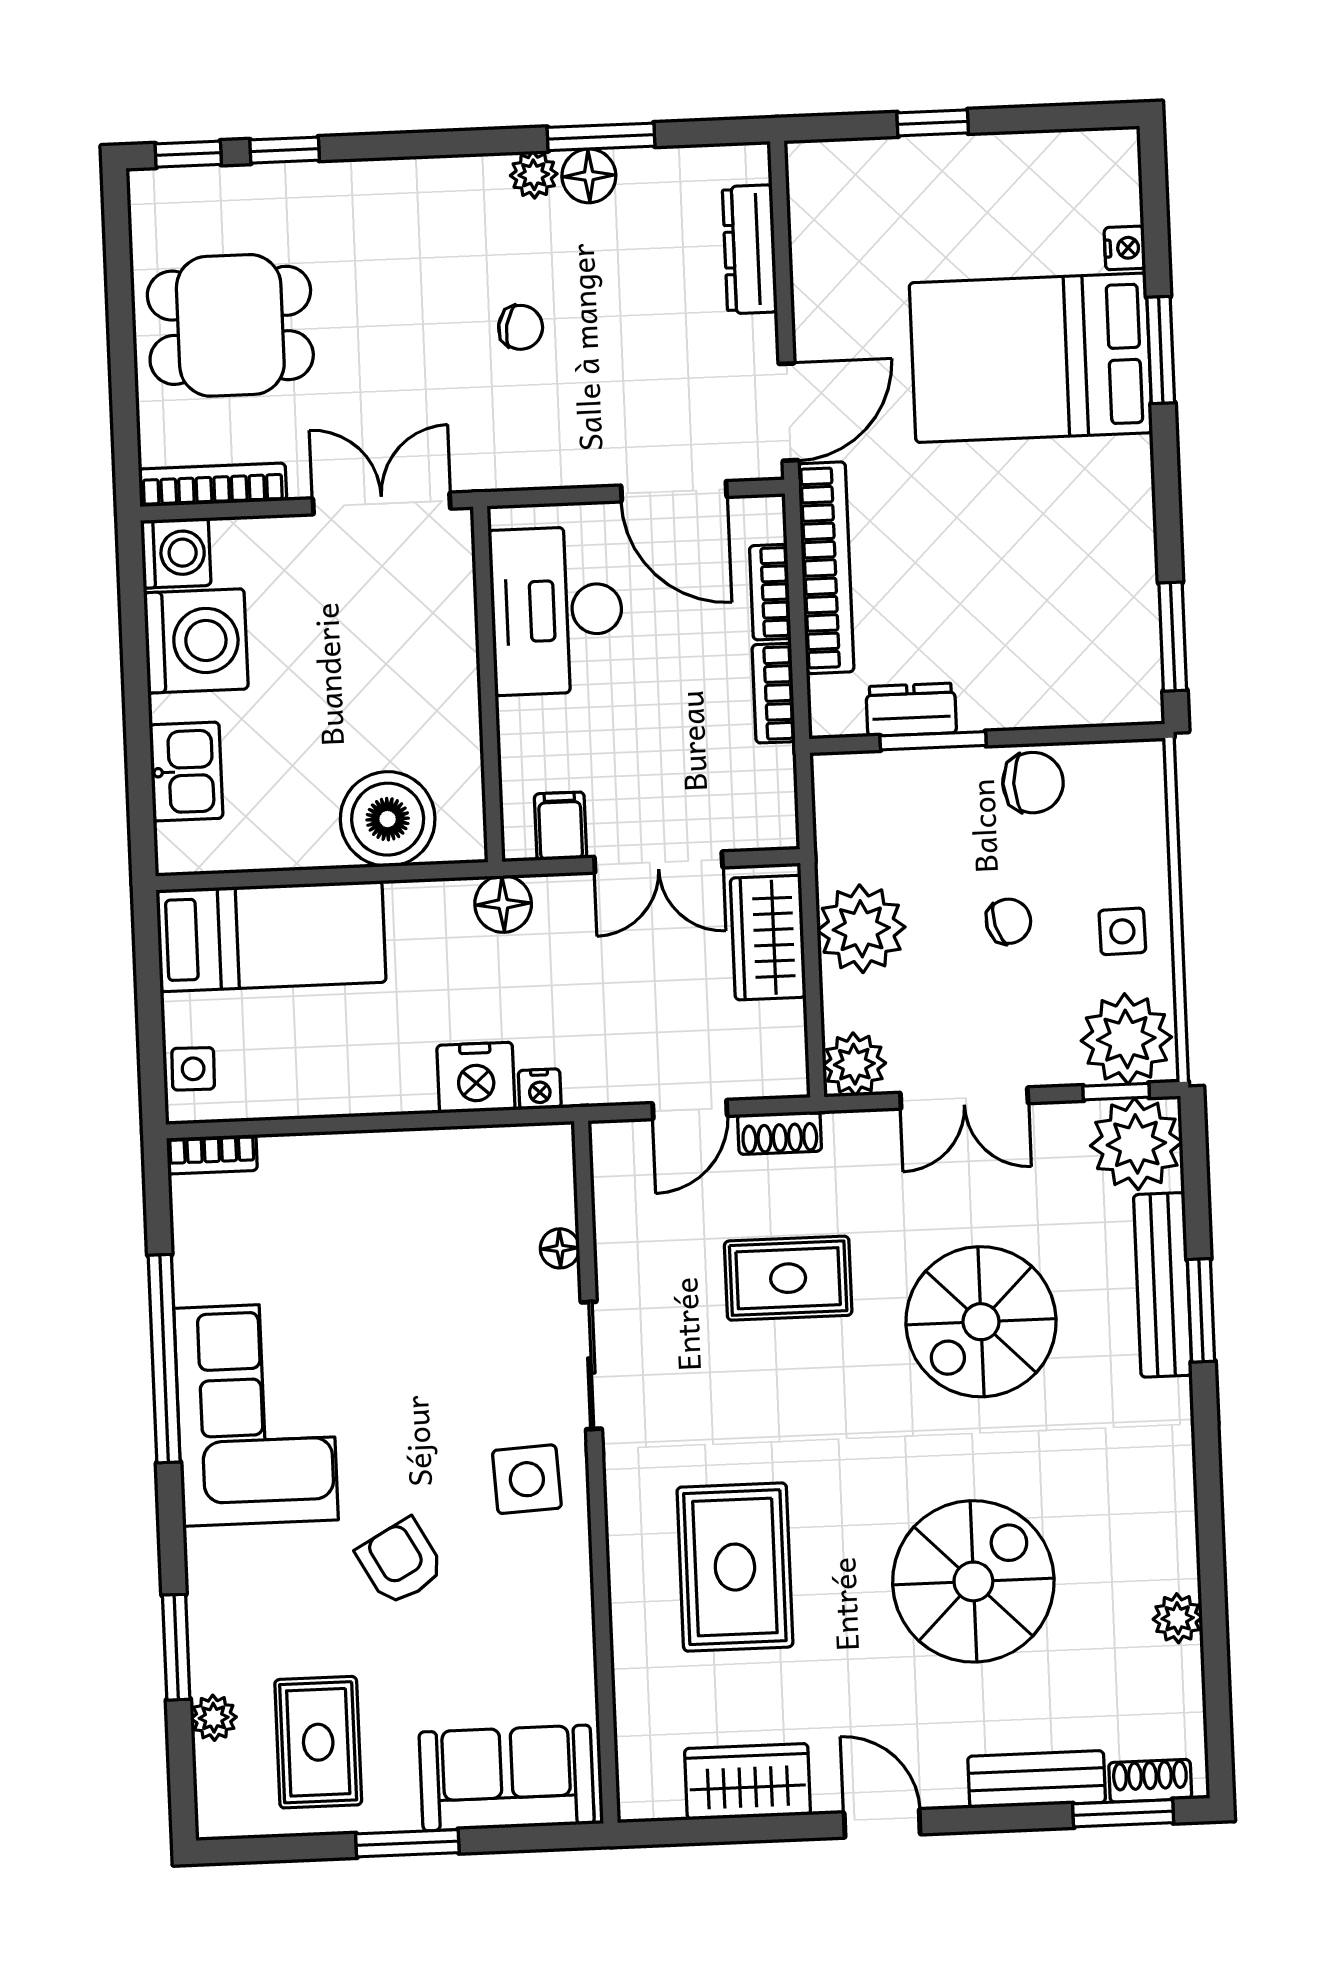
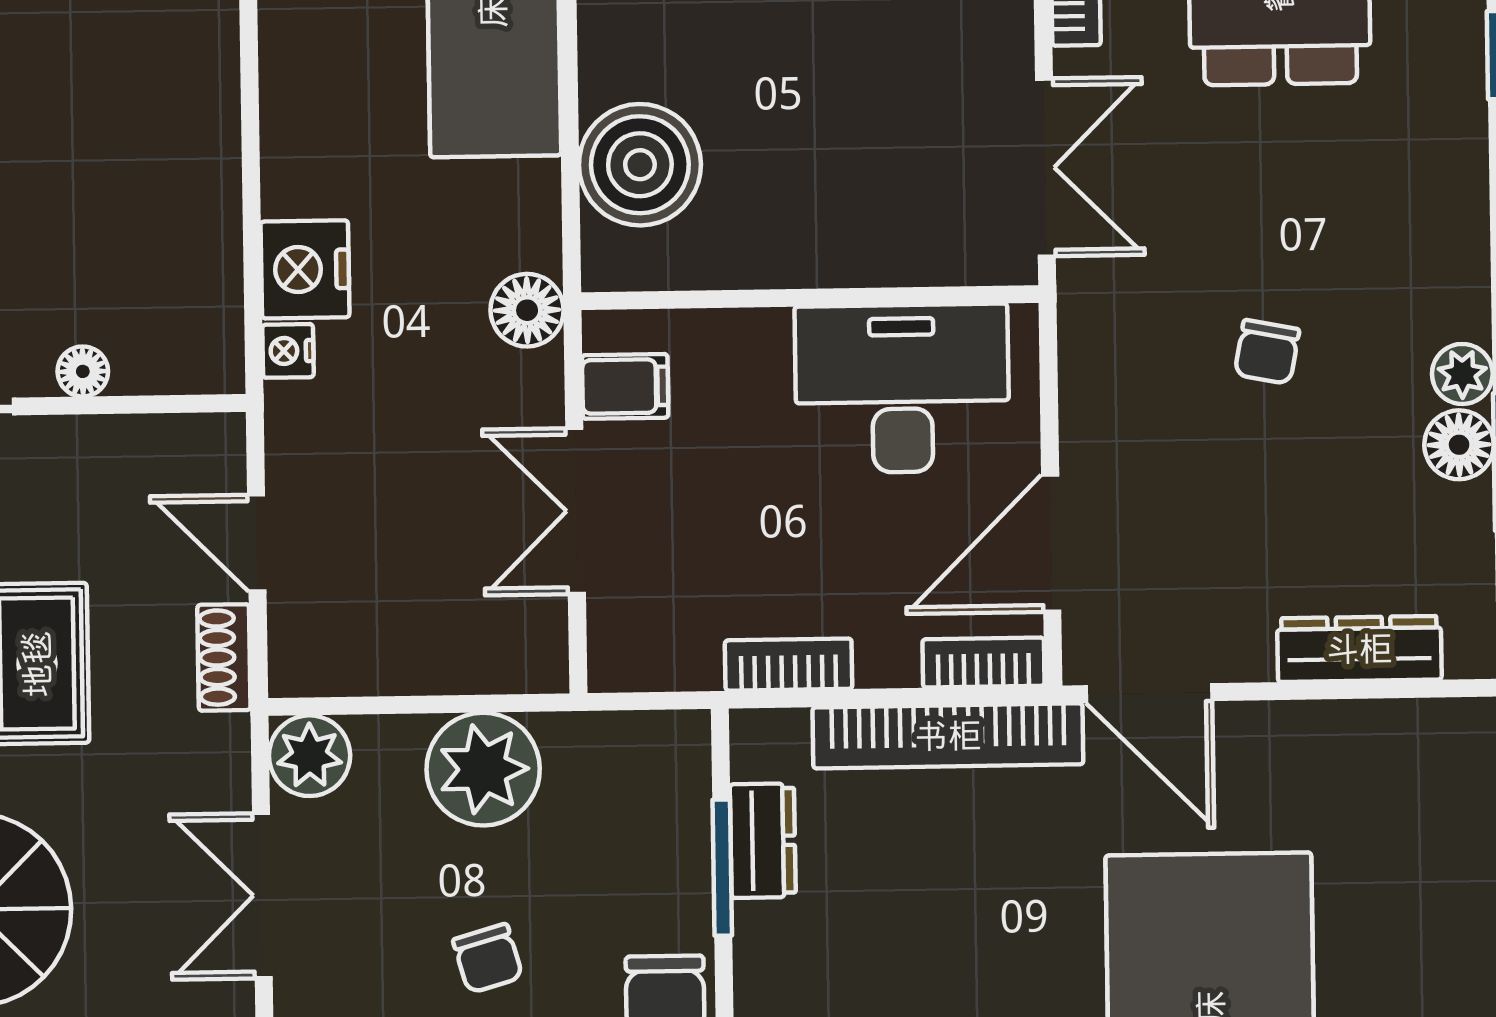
bookcase: (770, 592) -> (984, 663), moved
wardrobe: (768, 938) -> (475, 649), removed

